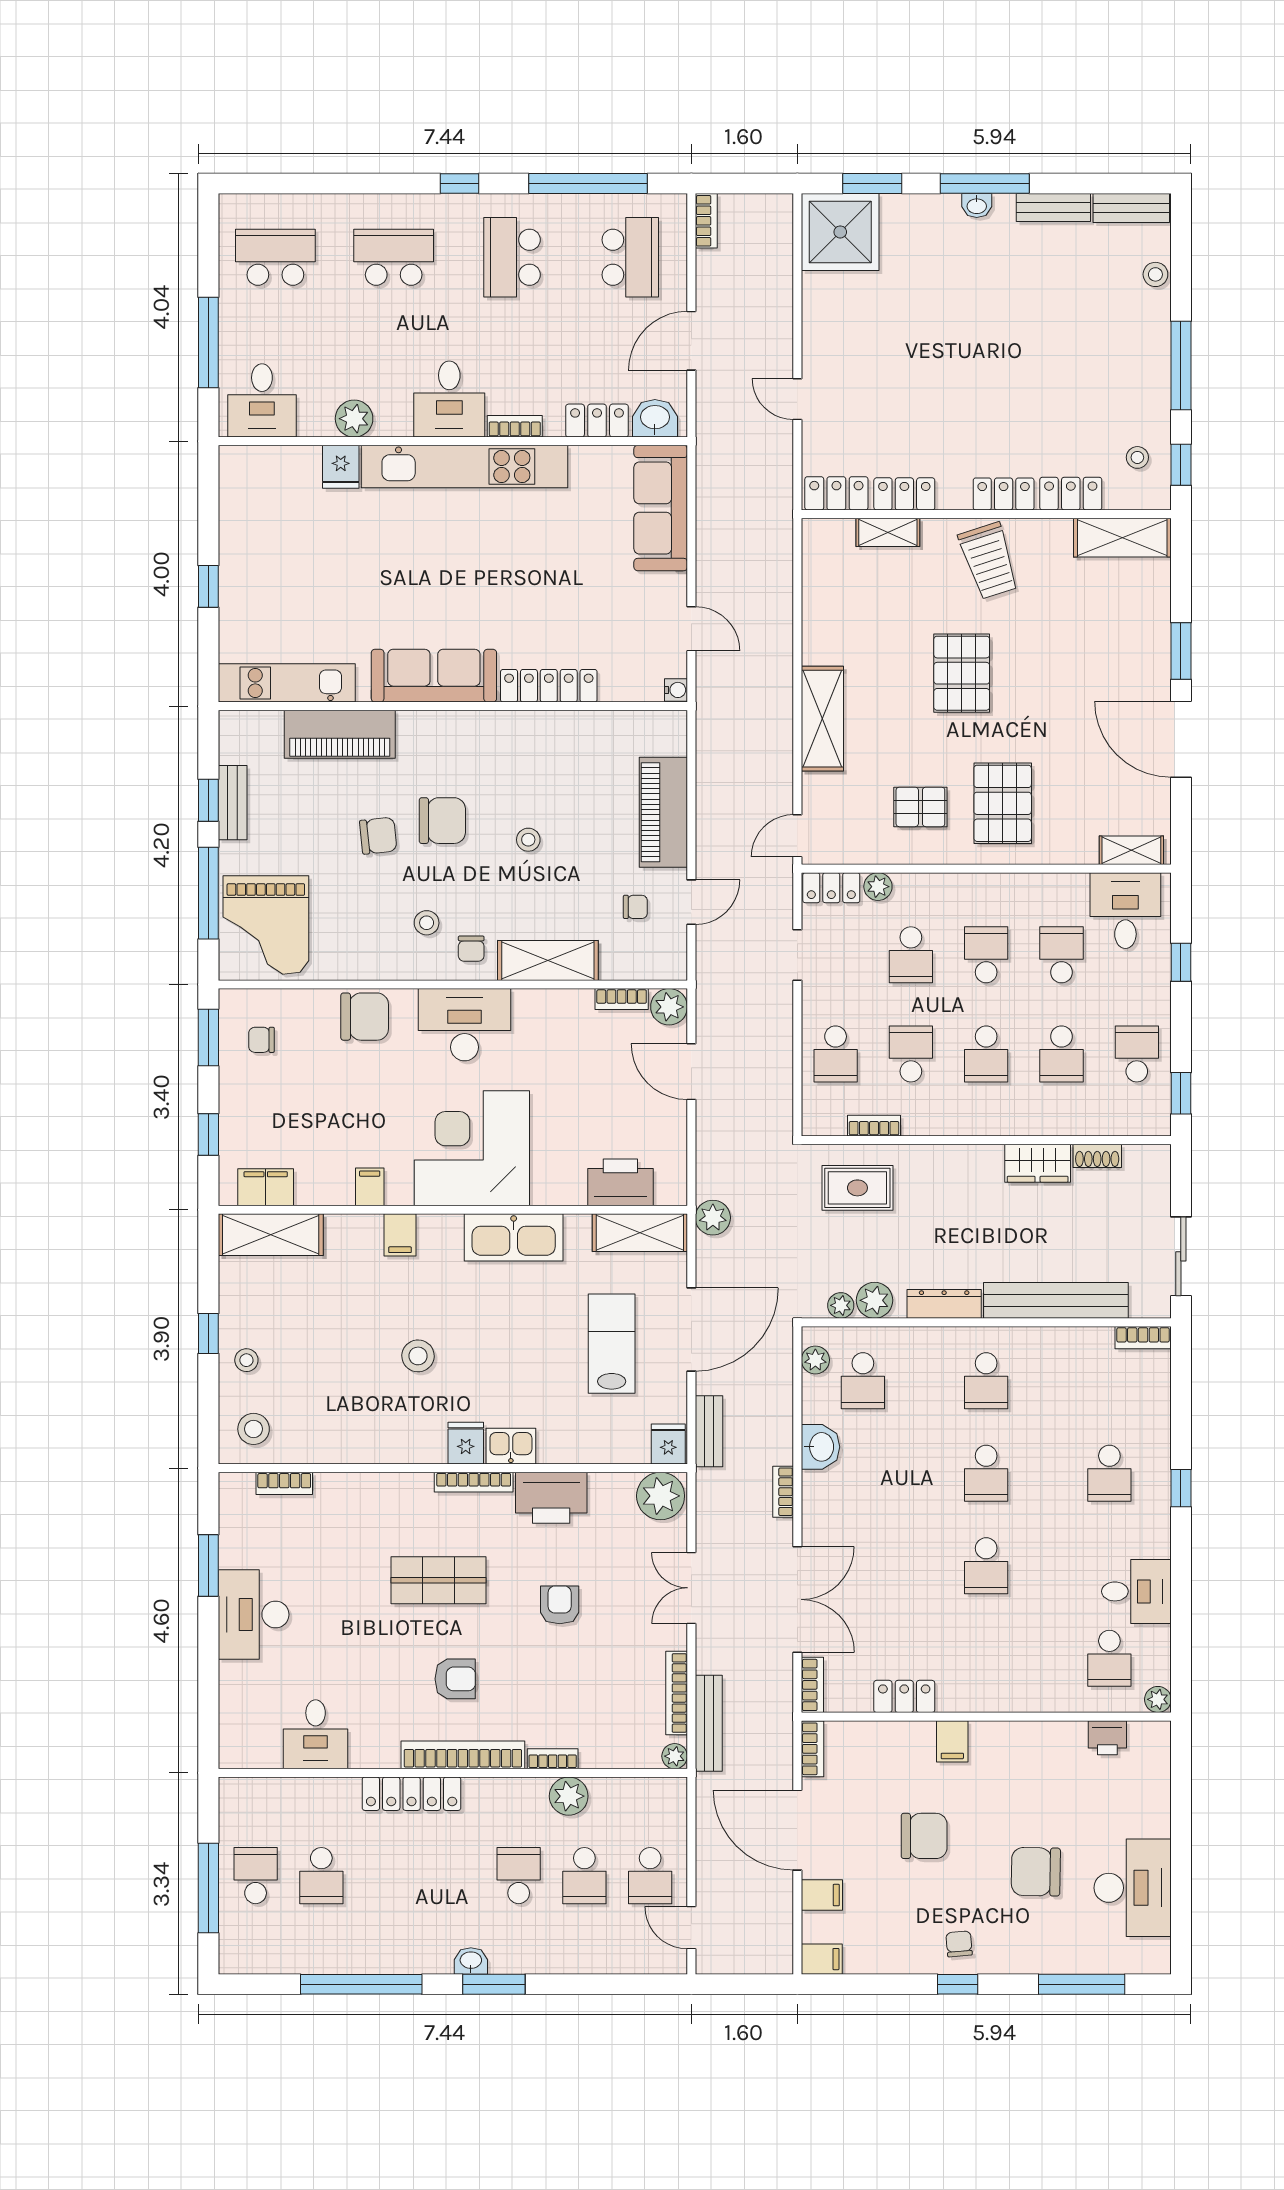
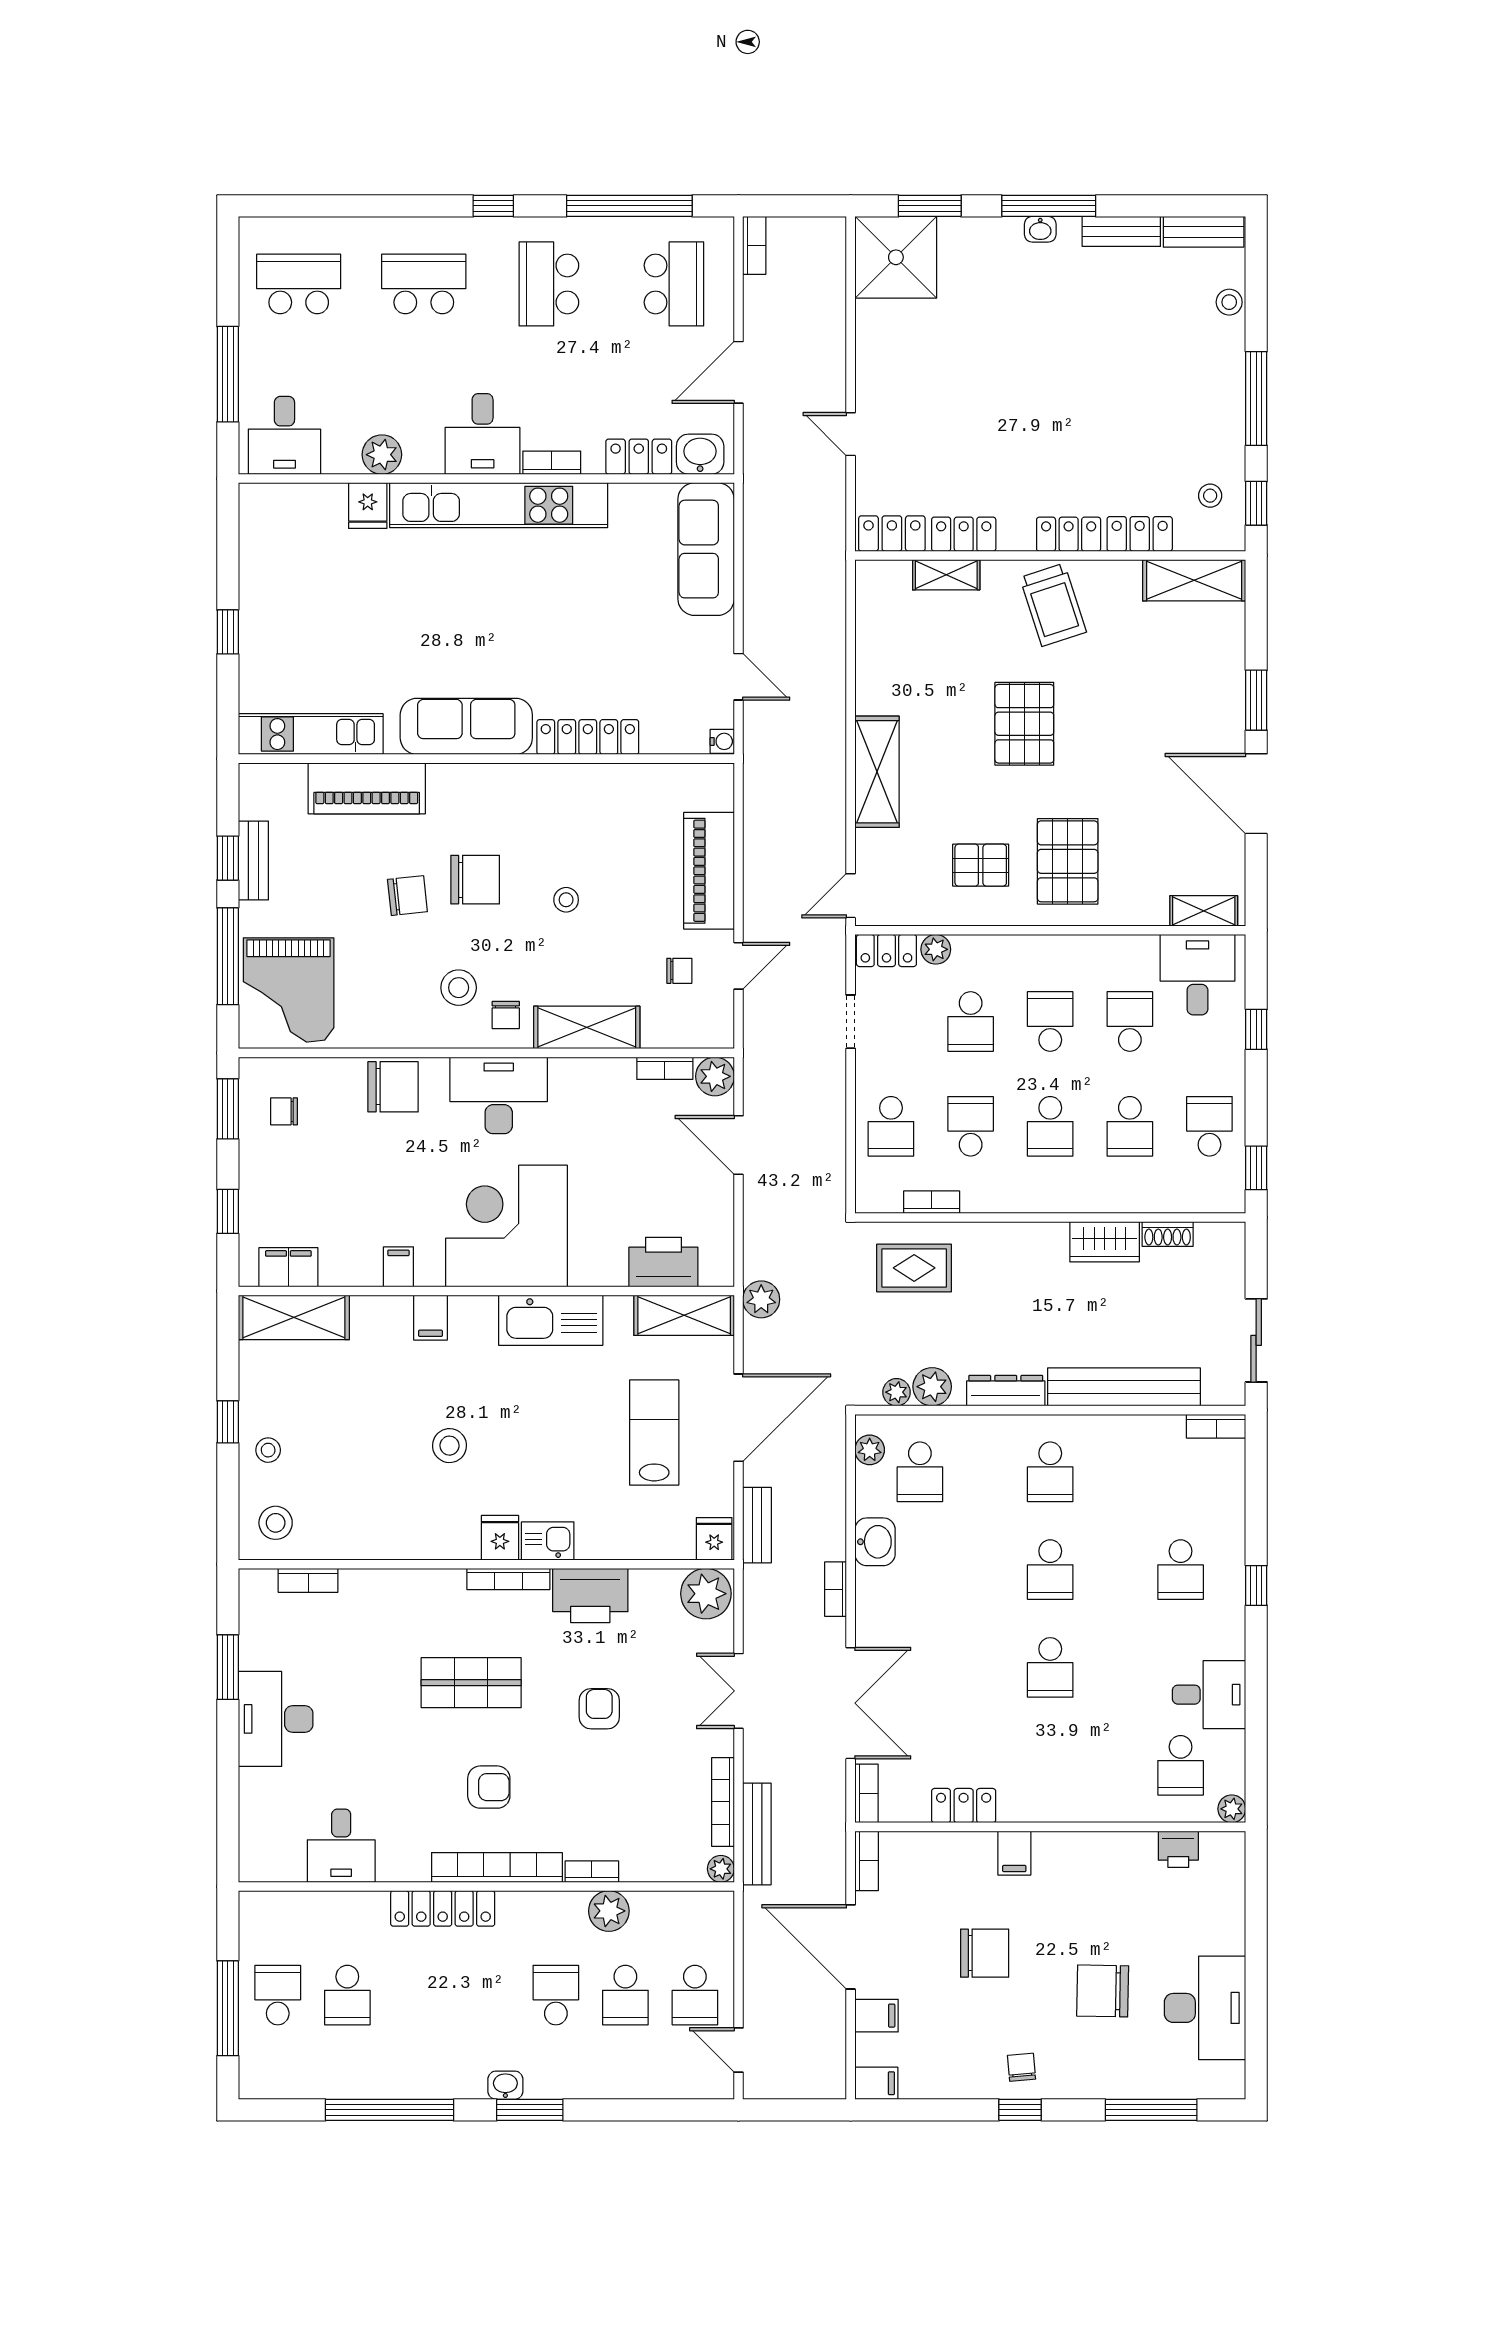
stool: (427, 923) -> (459, 988), width x1.37, depth x1.37

